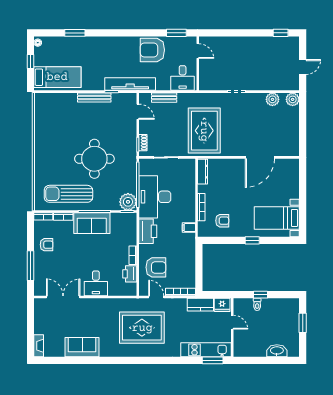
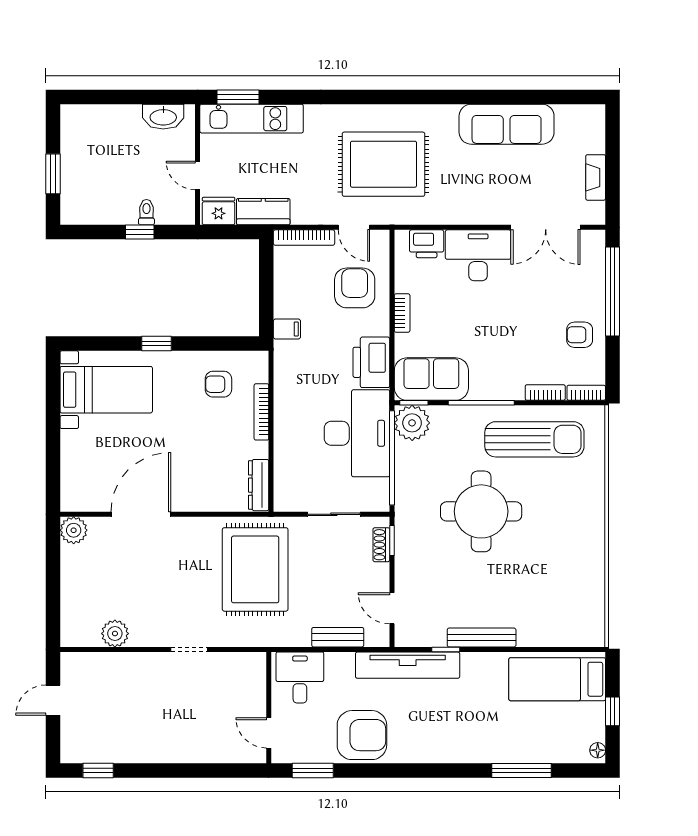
window: (75, 33) -> (521, 770), width x1.44
plant: (293, 99) -> (74, 530), moved
sofa: (92, 223) -> (431, 379), moved
filing cabinet: (189, 228) -> (287, 329), moved
window: (30, 266) -> (613, 292), width x1.46
armchair: (156, 267) -> (355, 288), turned 90
printer: (130, 274) -> (427, 244), moved, turned 90
desk: (96, 283) -> (478, 255), width x1.37
fireplace: (39, 346) -> (596, 177), moved
sofa: (82, 347) -> (507, 124), width x1.36
washbasin: (277, 351) -> (163, 117), moved

